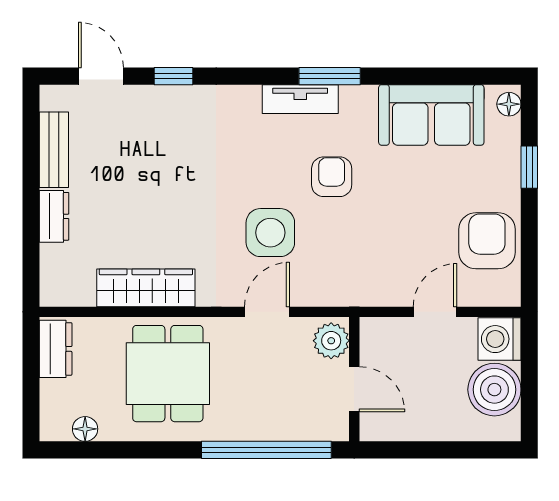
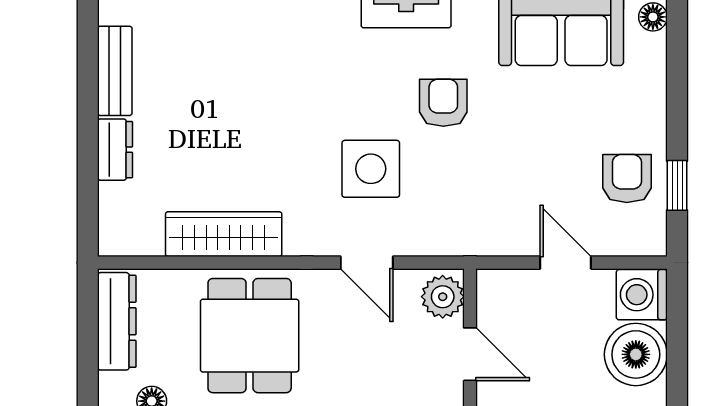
window: (529, 167) -> (677, 185), moved
armchair: (487, 241) -> (627, 179), width x0.72, depth x0.72
door: (267, 312) -> (367, 263), swing flipped
door: (435, 312) -> (566, 263), hinge flipped
dresser: (56, 349) -> (117, 321), width x1.44

